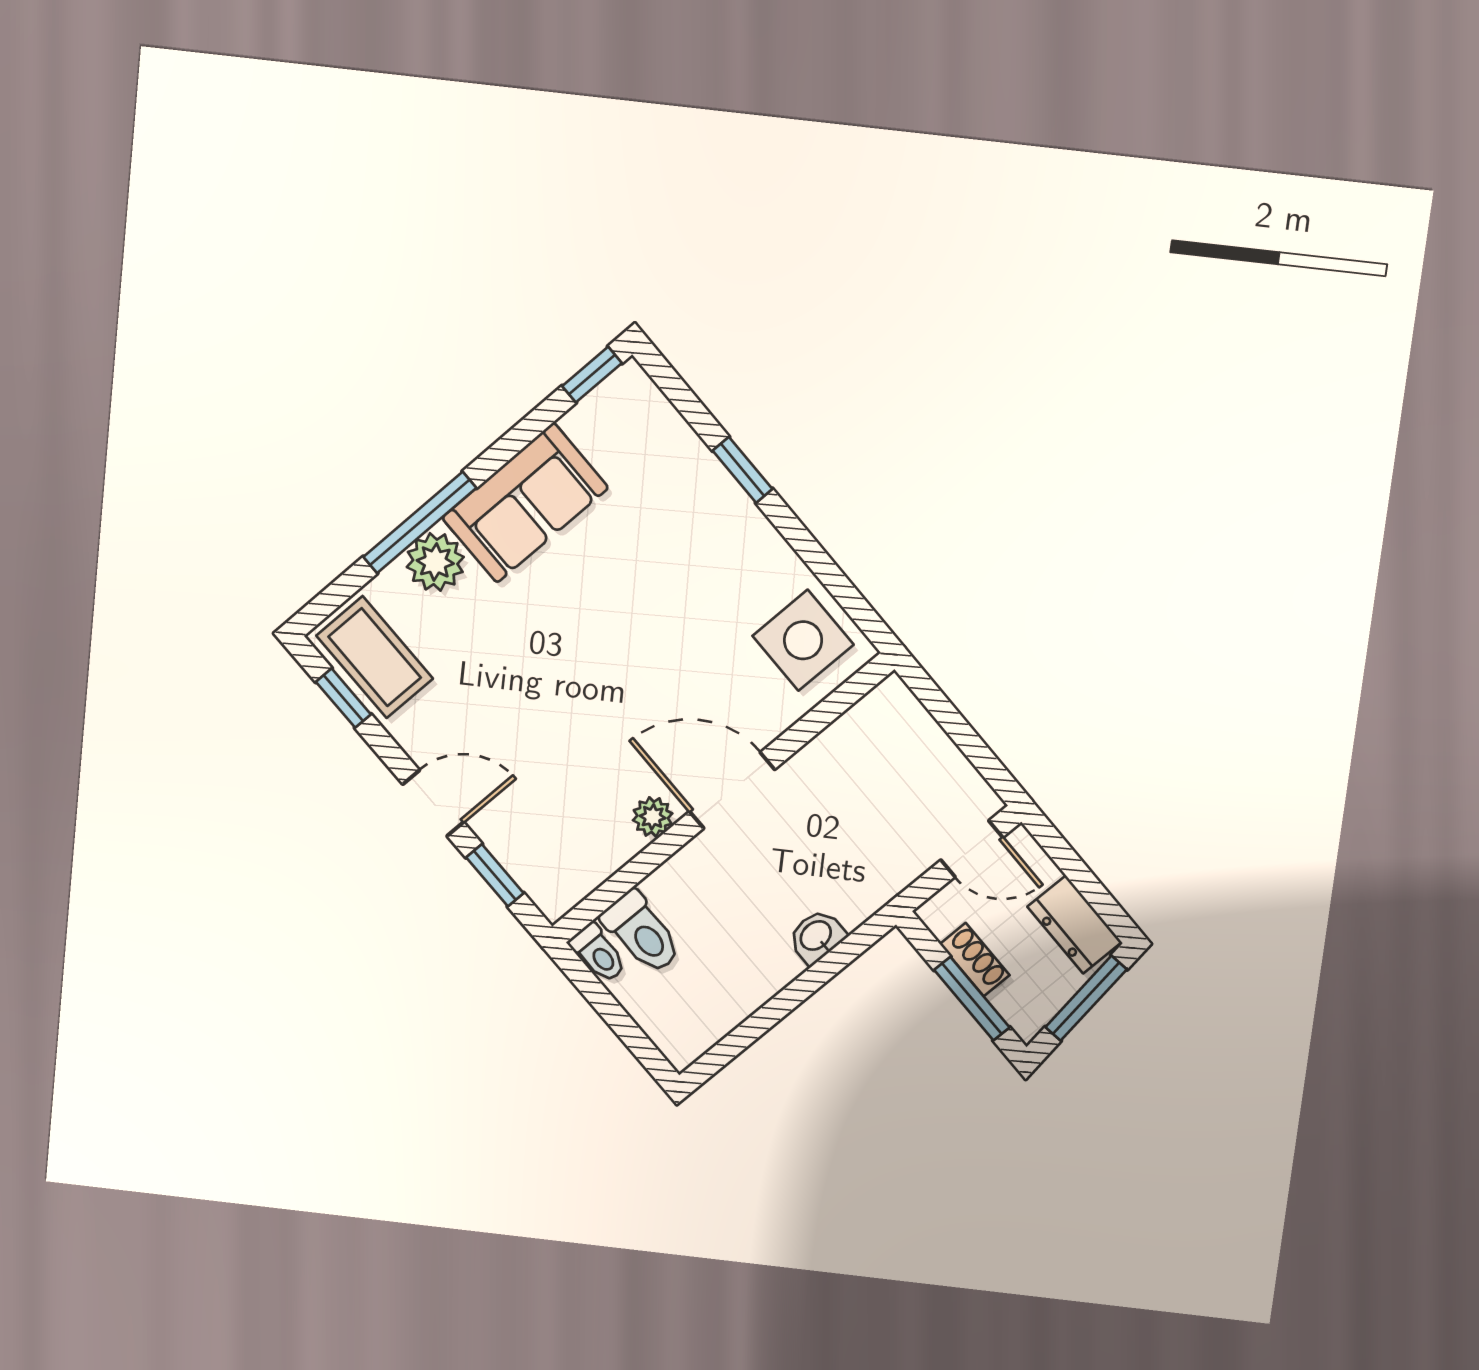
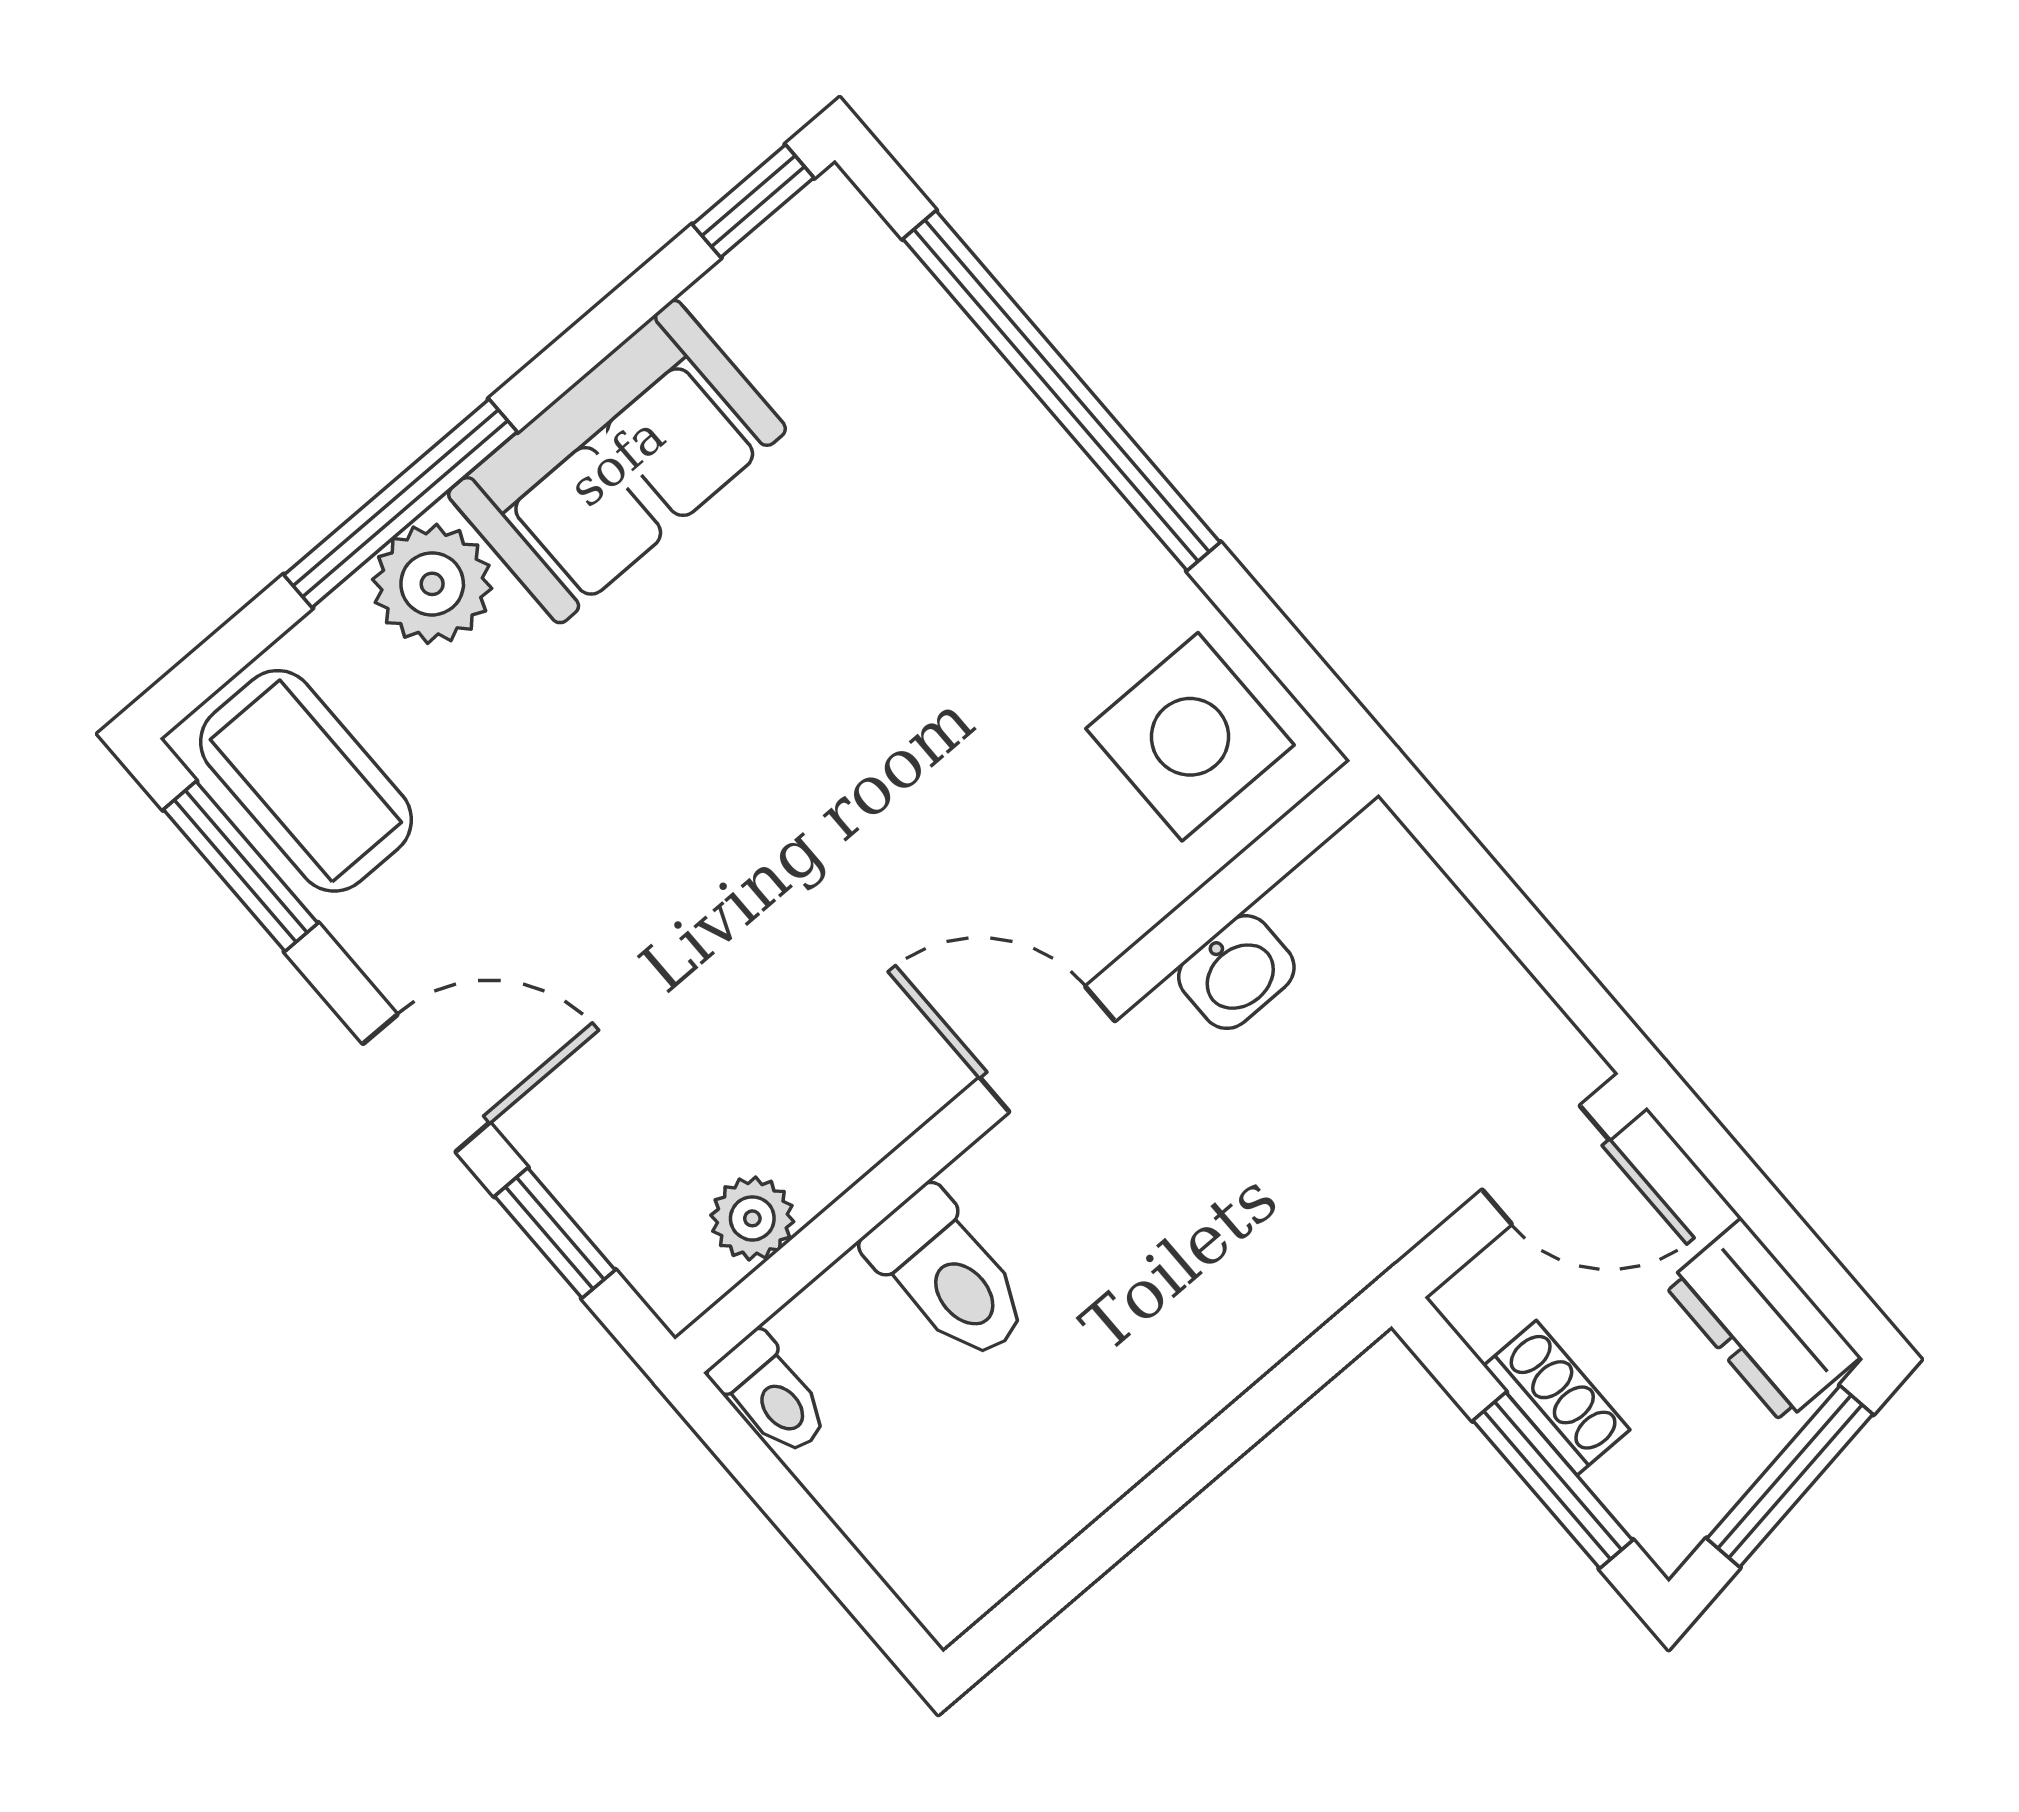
window: (742, 470) -> (1062, 391), width x3.17
window: (343, 698) -> (241, 866), width x1.50
door: (732, 790) -> (1047, 1049), width x0.73
plant: (653, 817) -> (752, 1218), moved
toilet: (642, 932) -> (949, 1276), moved
washbasin: (817, 936) -> (1236, 972), moved, turned 180

